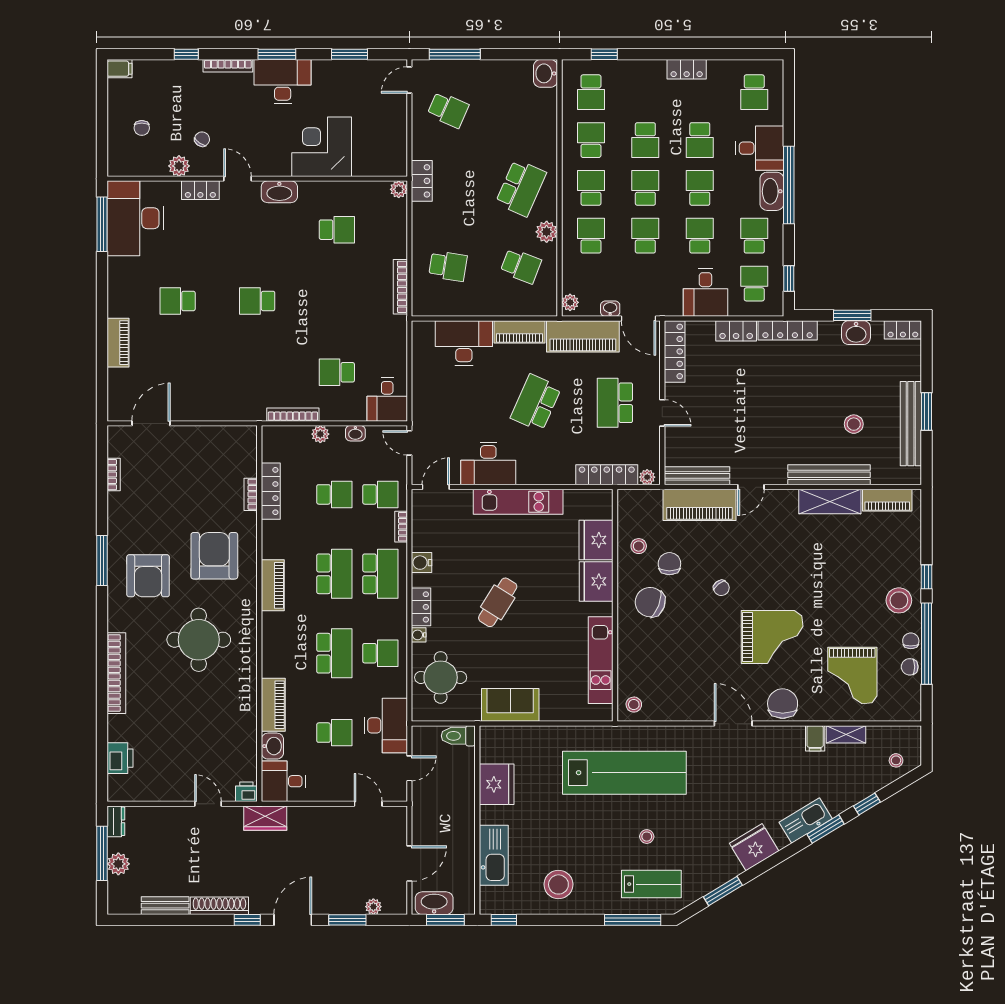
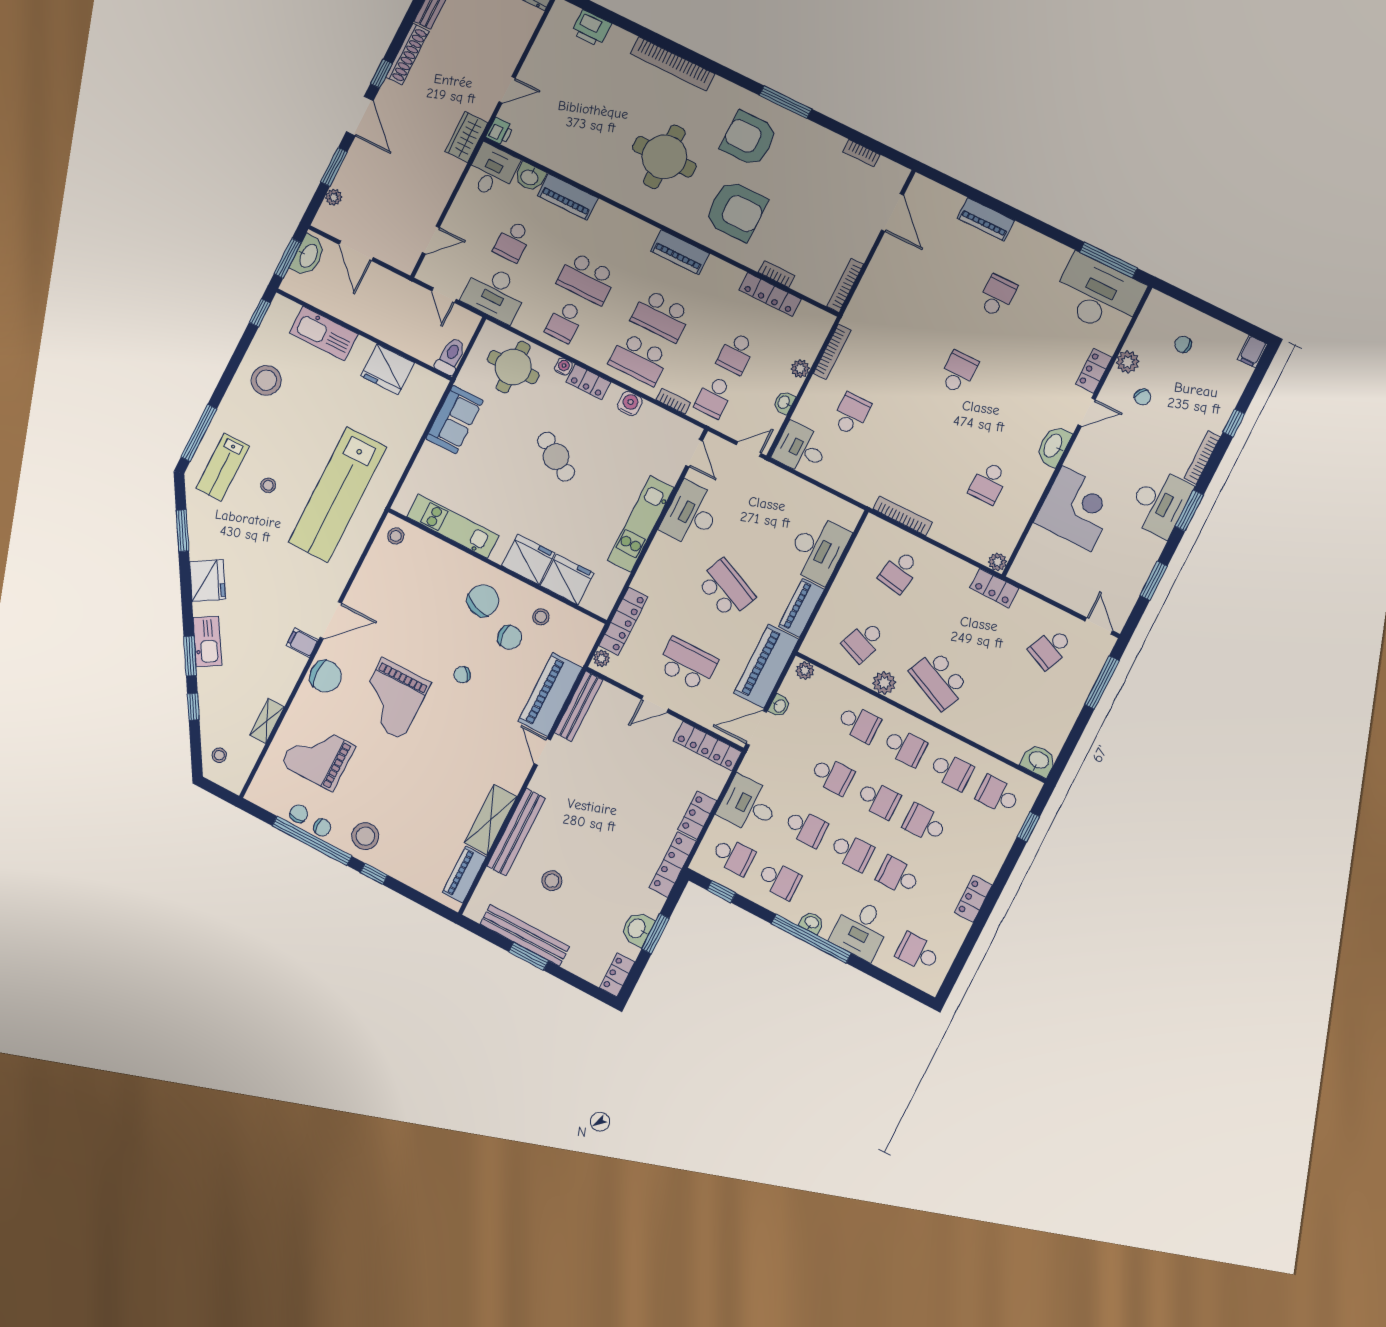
washbasin: (772, 191) -> (812, 923), width x0.52, depth x0.69
bookcase: (232, 432) -> (845, 286), added
filing cabinet: (815, 738) -> (302, 643), moved

